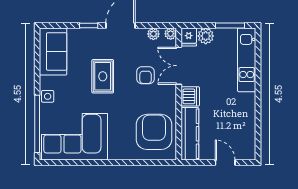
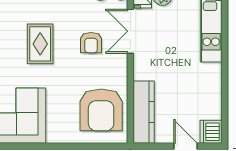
dishwasher: (190, 96) -> (211, 132), moved, turned 180
armchair: (154, 132) -> (101, 110), turned 180

